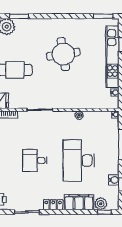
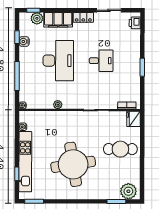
round table: (63, 54) -> (73, 164), width x1.36, depth x1.36

